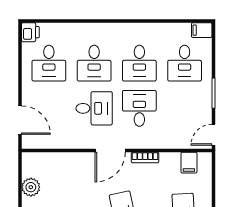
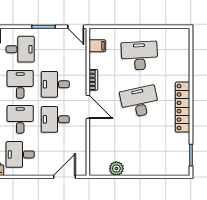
desk: (49, 63) -> (20, 154), turned 180
desk: (94, 63) -> (20, 119), turned -90
desk: (139, 63) -> (20, 84), turned -90
desk: (94, 108) -> (55, 119), turned -90

